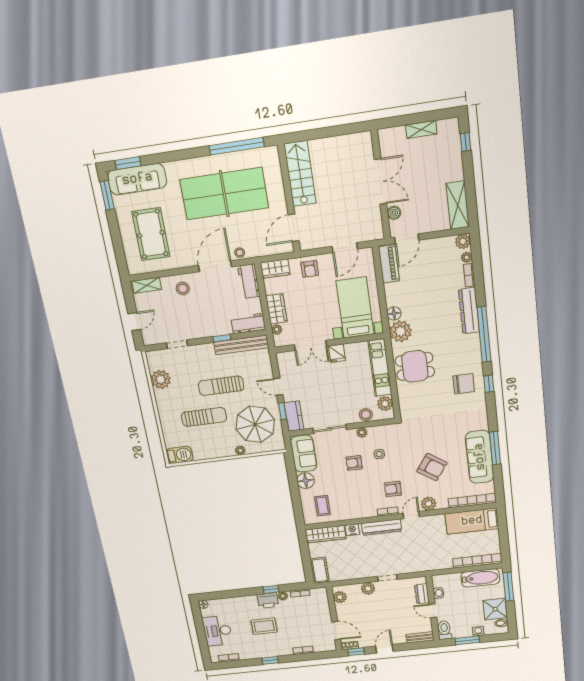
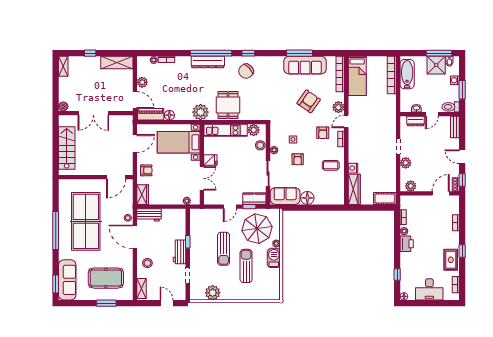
shelving: (421, 129) -> (63, 66), moved
window: (465, 142) -> (90, 53), moved
window: (237, 146) -> (56, 231), moved
stairs: (300, 174) -> (67, 148), moved, turned 90
double door: (380, 182) -> (93, 113), swing flipped
window: (107, 195) -> (106, 303), moved
boiler: (394, 213) -> (63, 106), moved
door: (294, 228) -> (116, 177), hinge flipped
plant: (463, 241) -> (142, 82), moved
door: (345, 248) -> (135, 144), hinge flipped
wardrobe: (277, 309) -> (172, 198), removed
dresser: (469, 311) -> (208, 62), moved
floor lamp: (394, 313) -> (169, 115), moved
workbench: (248, 324) -> (180, 252), moved
bench: (241, 345) -> (195, 228), removed
chair: (464, 384) -> (246, 71), turned -132
barbecue: (180, 455) -> (274, 258), moved
coffee table: (322, 506) -> (331, 165), moved
door: (411, 515) -> (346, 121), hinge flipped
dresser: (382, 527) -> (354, 145), removed
window: (508, 587) -> (439, 53), moved
window: (271, 589) -> (397, 275), moved
rug: (264, 626) -> (451, 260), moved

